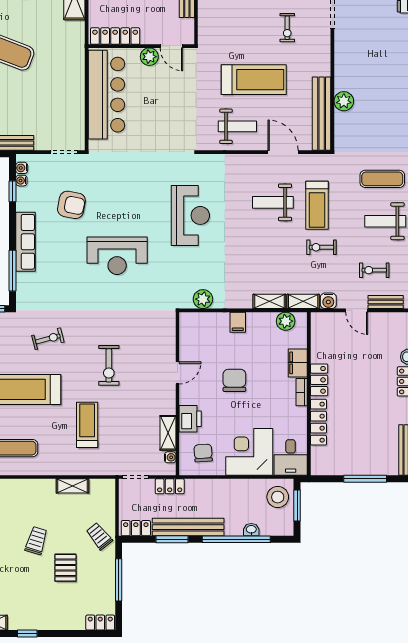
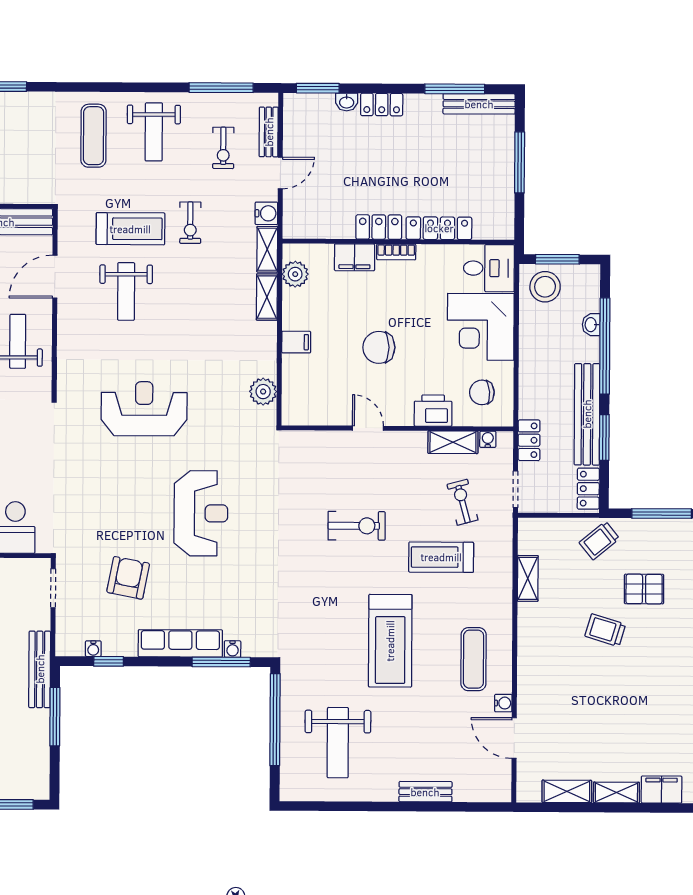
water cooler: (22, 168) -> (233, 649), moved
exercise bike: (48, 339) -> (462, 502), moved

